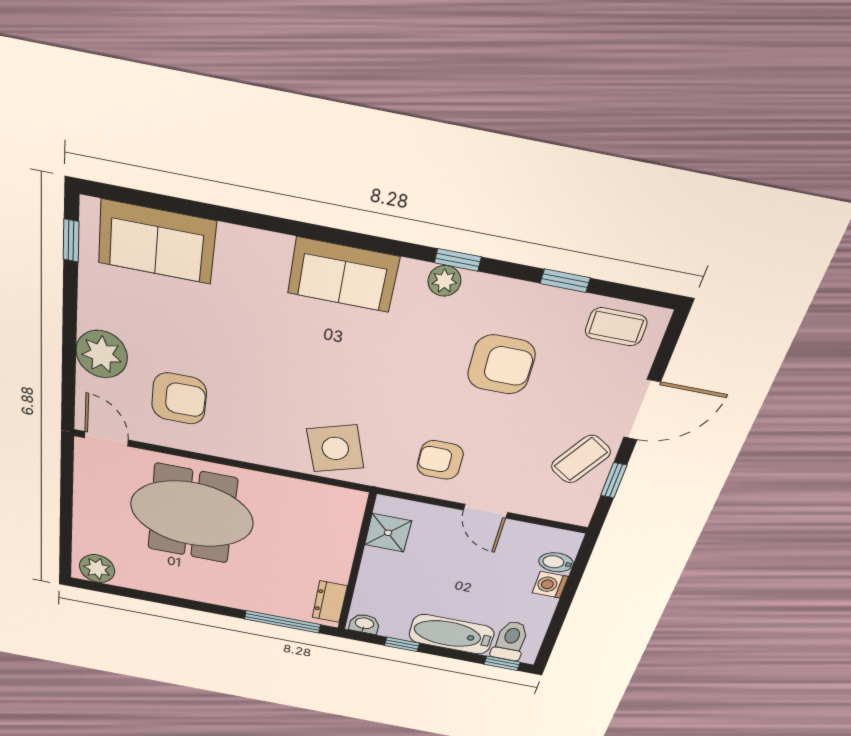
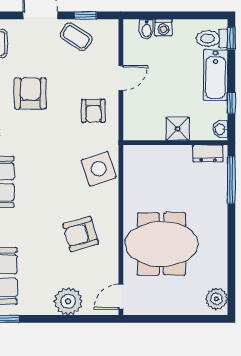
armchair: (179, 399) -> (81, 234), moved, turned -106
meeting table: (192, 514) -> (162, 244), turned 90
shower: (388, 533) -> (178, 129), moved

